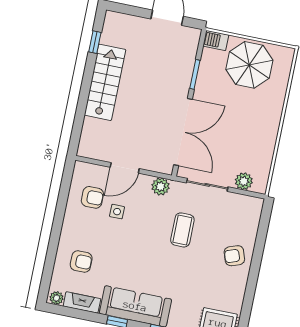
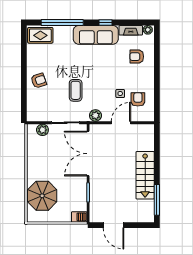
window: (95, 42) -> (157, 200), width x2.17
parasol: (249, 65) -> (42, 196), moved
armchair: (92, 197) -> (138, 99), turned 90

